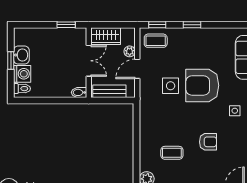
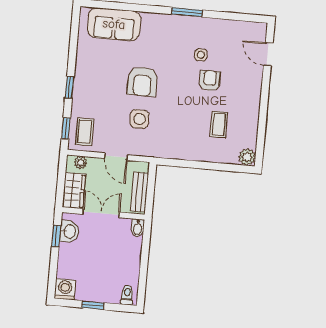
plant: (130, 51) -> (81, 163), moved
washbasin: (21, 55) -> (69, 231), moved, turned 90
washing machine: (22, 74) -> (65, 289), moved
armchair: (202, 85) -> (142, 81), width x0.73, depth x0.73
side table: (235, 111) -> (201, 55), moved

